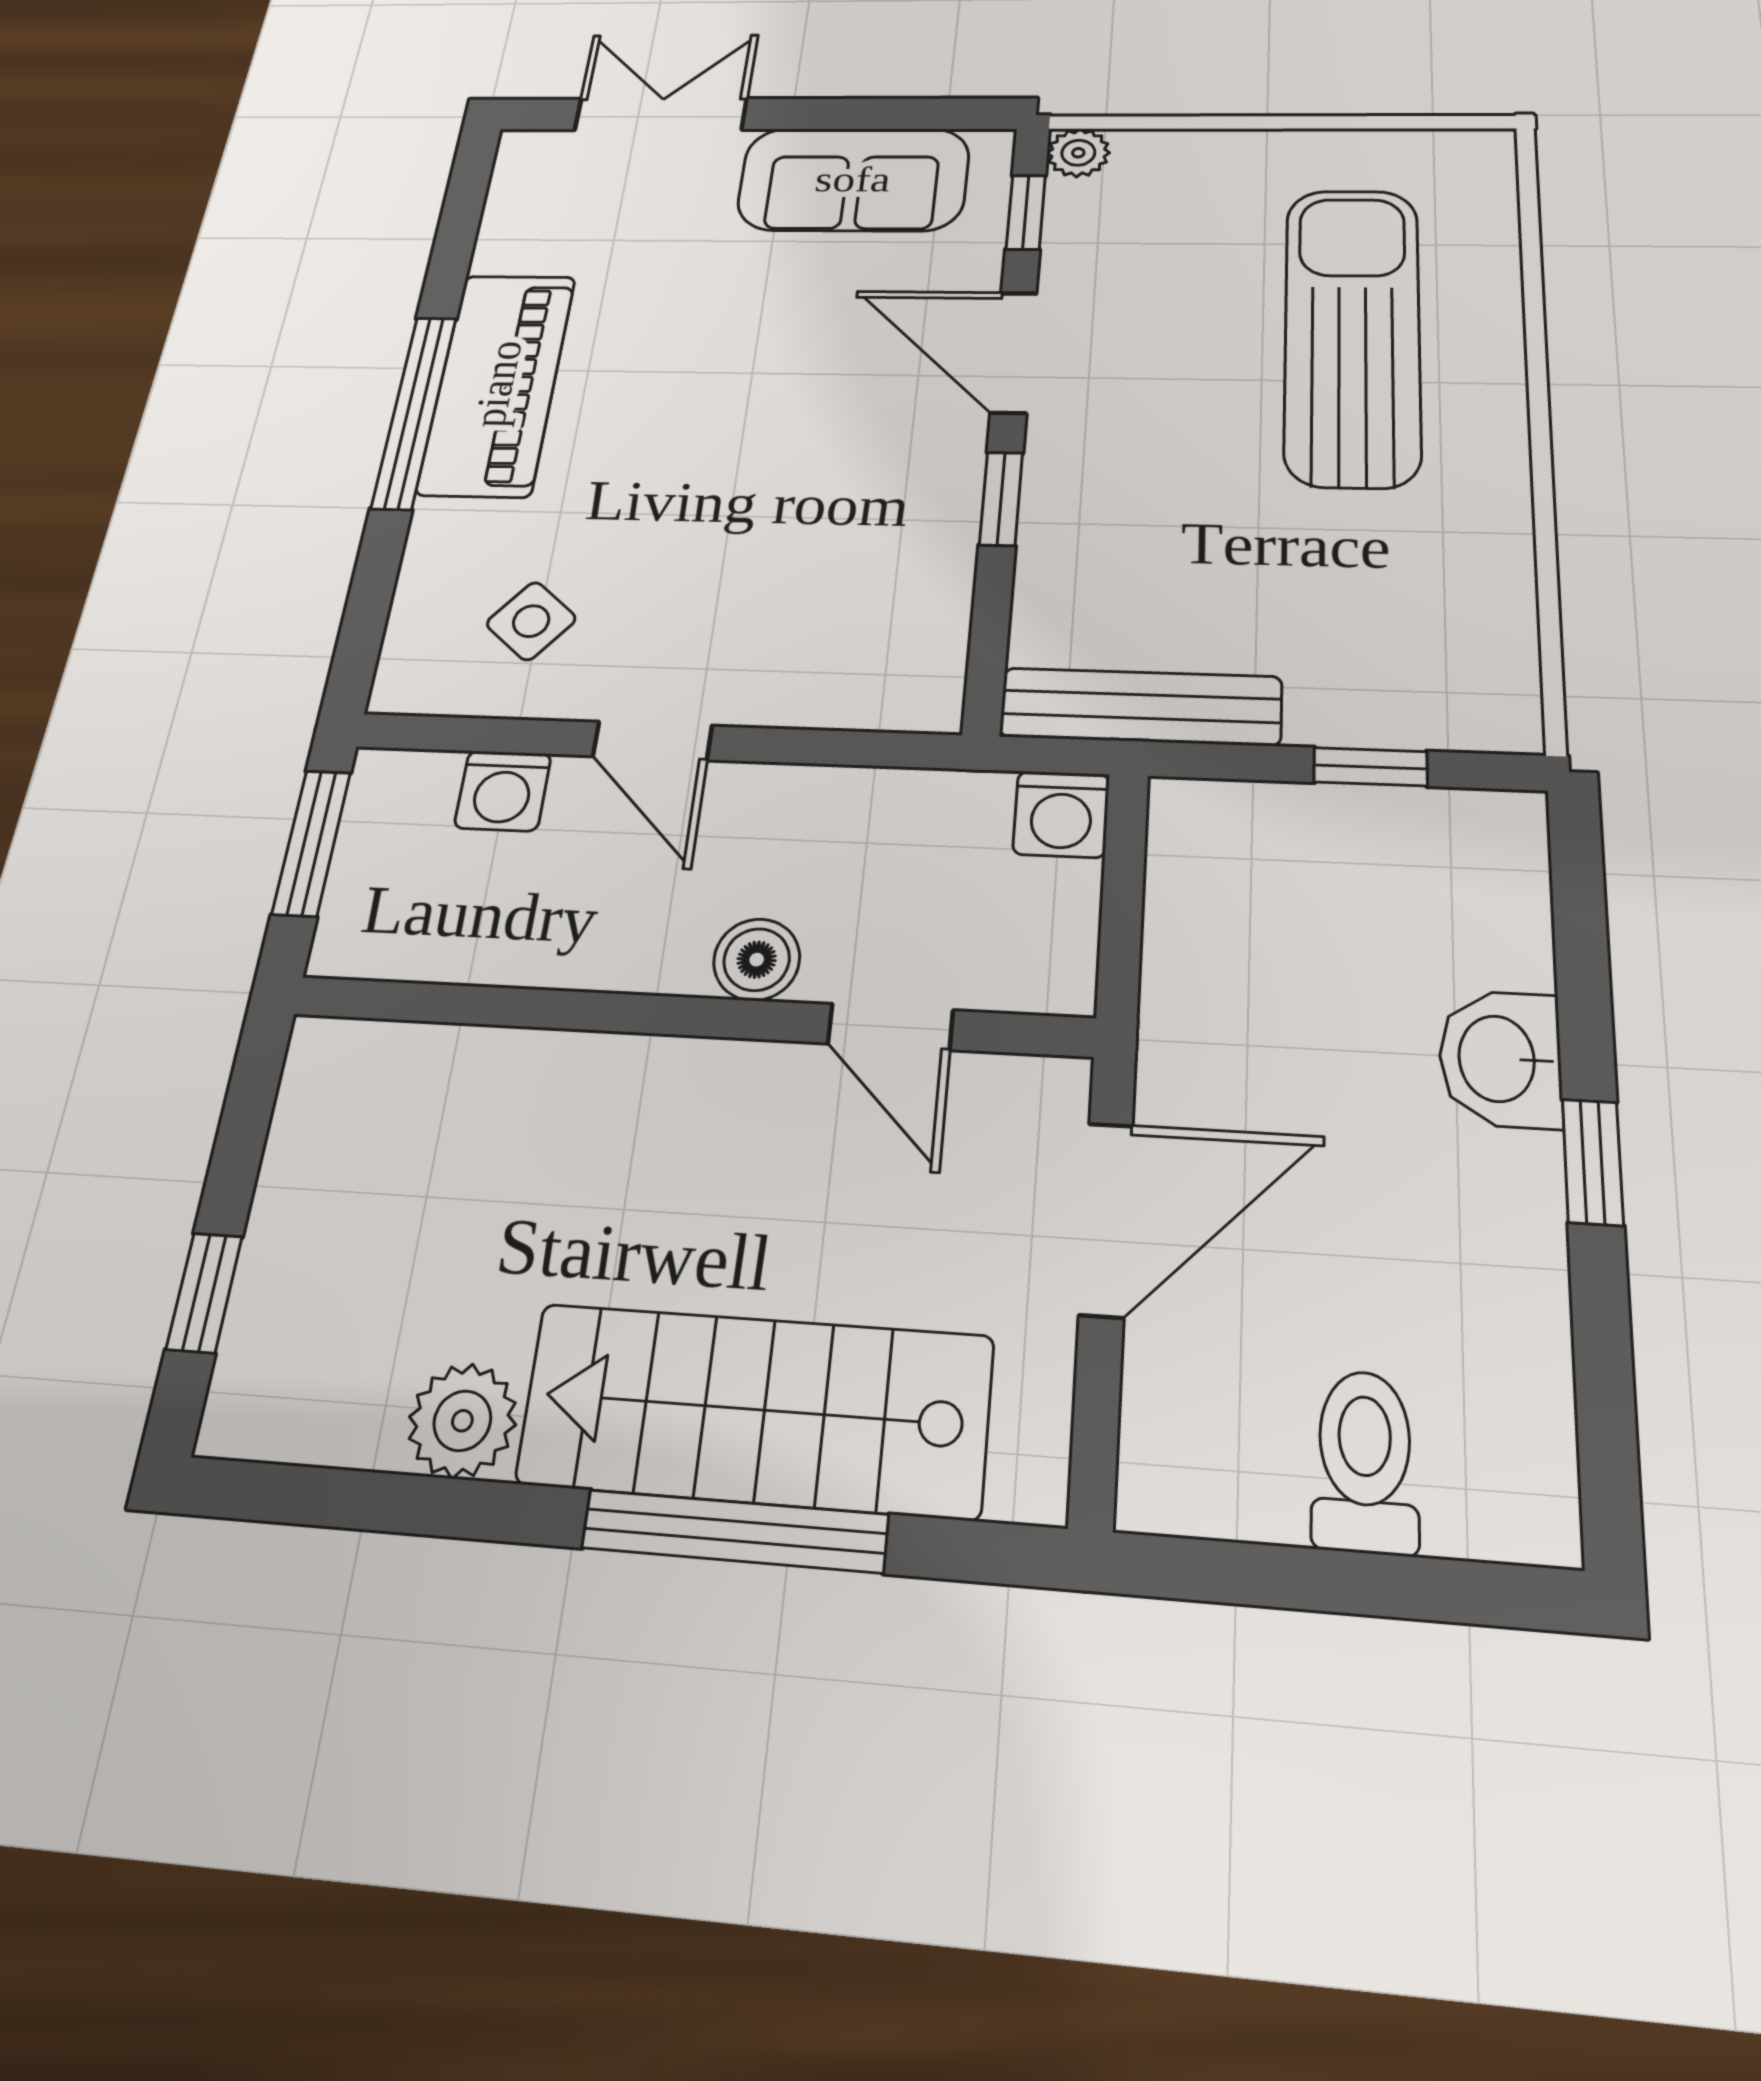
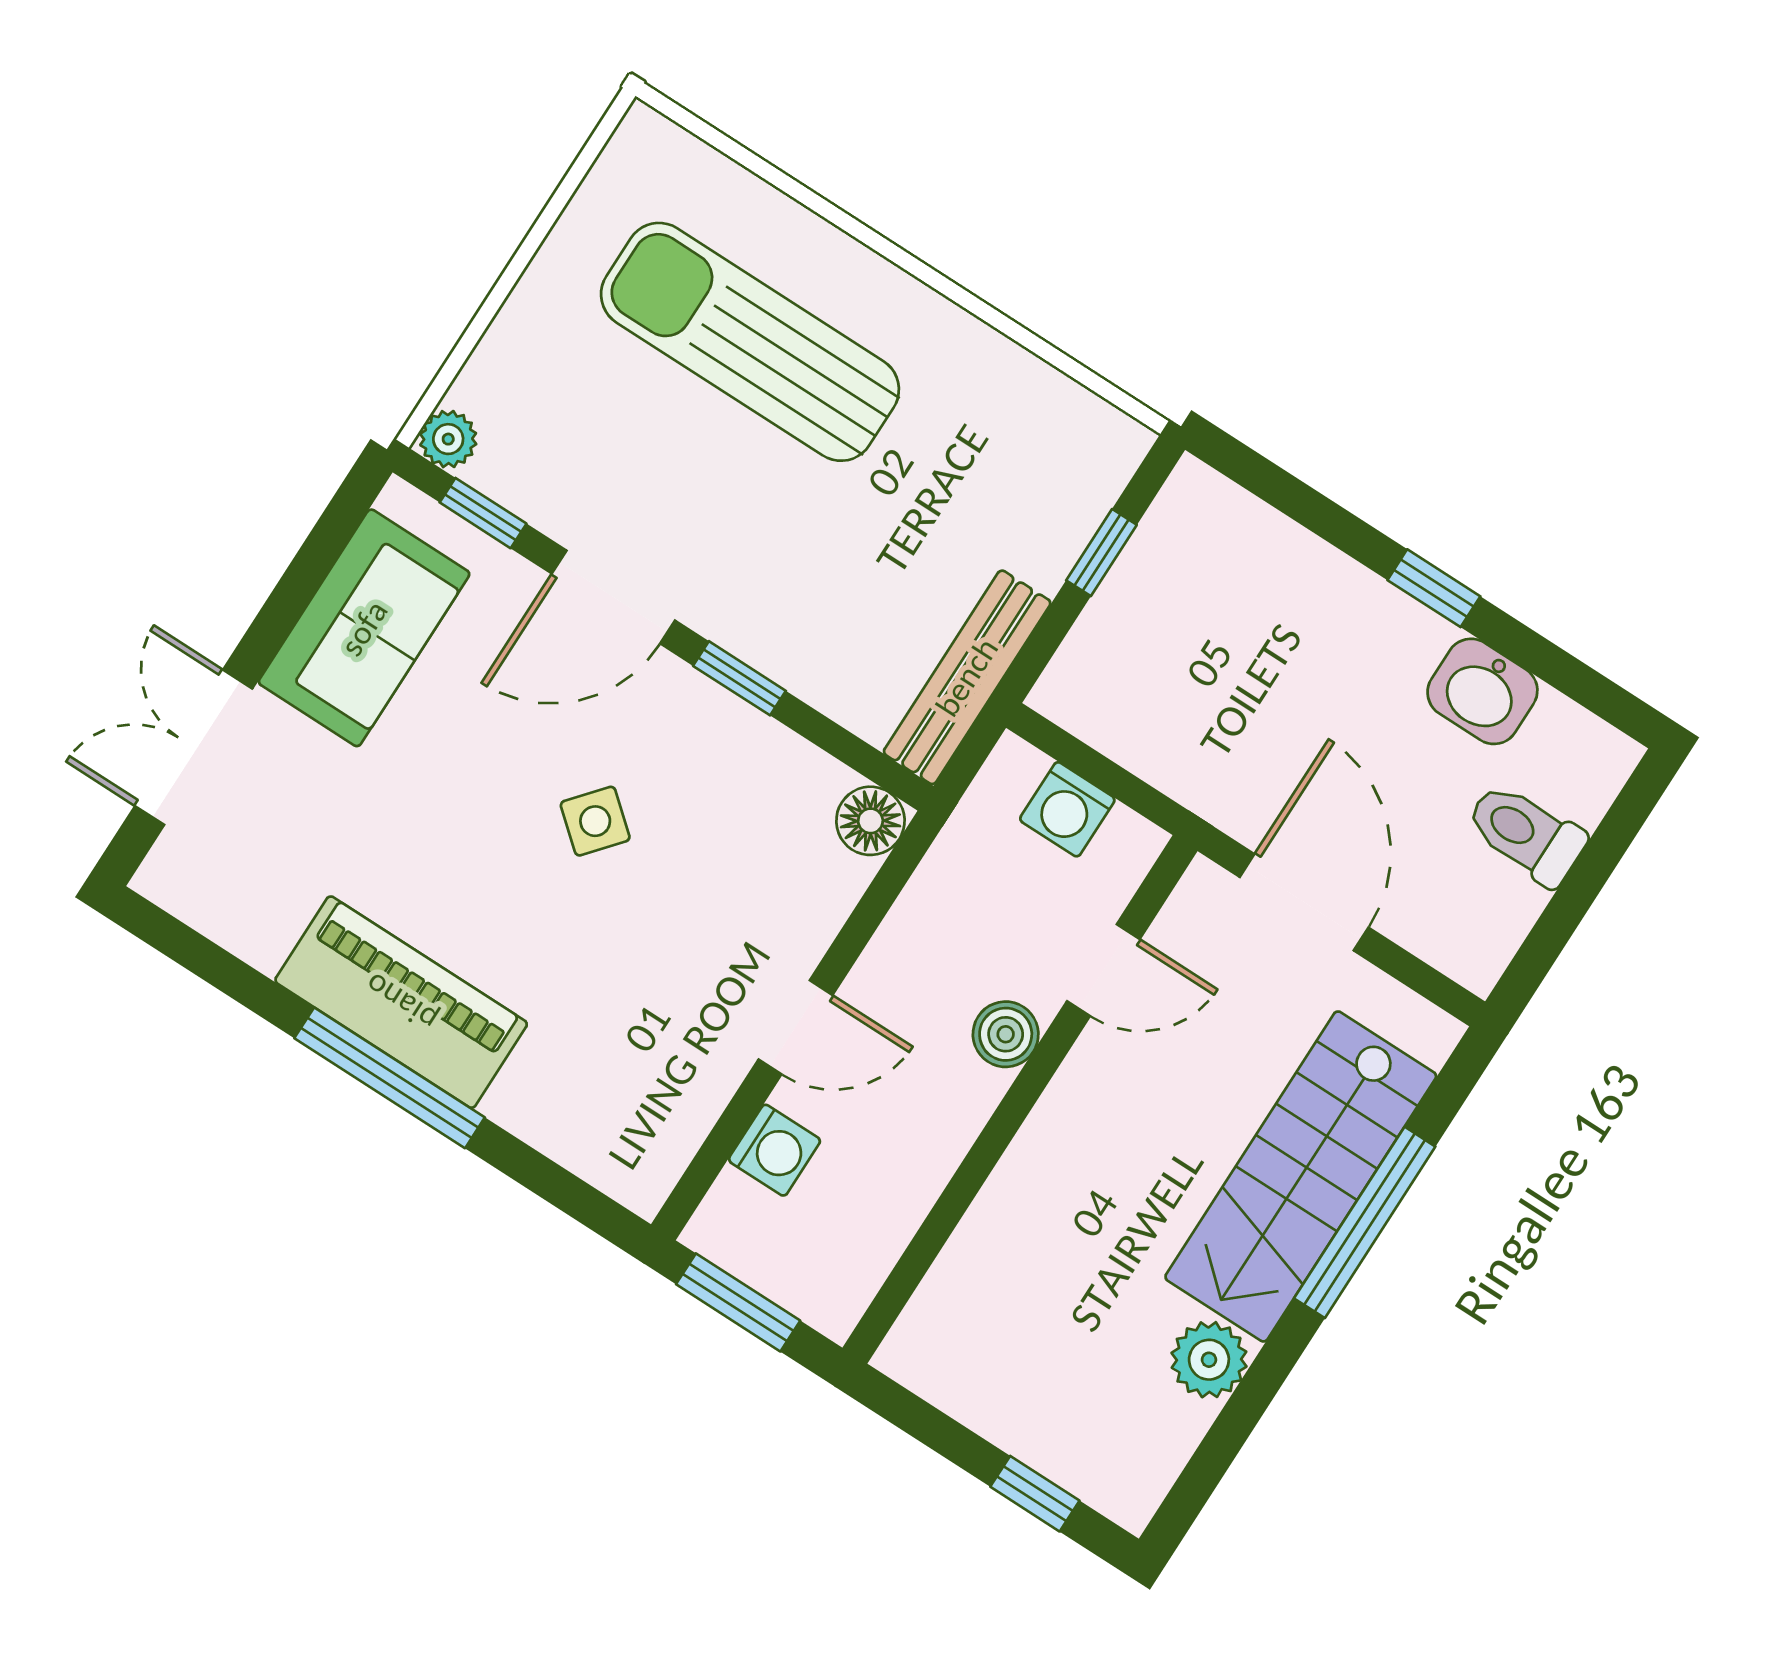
side table: (531, 621) -> (595, 821), moved
floor lamp: (923, 696) -> (870, 821), added
washing machine: (1061, 814) -> (1067, 809), moved, turned 90
washbasin: (1500, 1059) -> (1482, 691), moved

